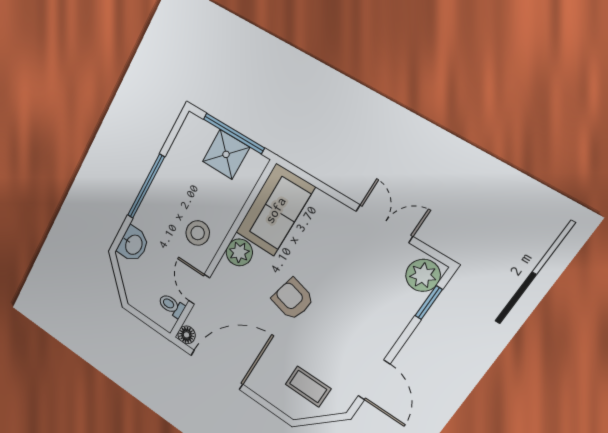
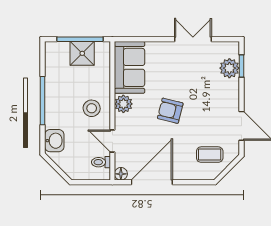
plant: (423, 275) -> (229, 68), moved

